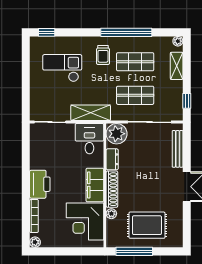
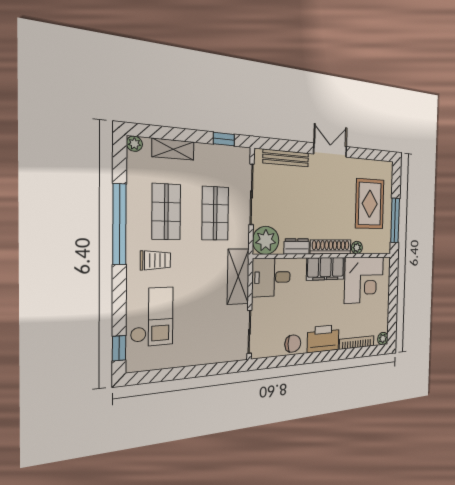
checkout: (62, 68) -> (152, 317), moved, turned 180
chair: (38, 158) -> (293, 344), added

